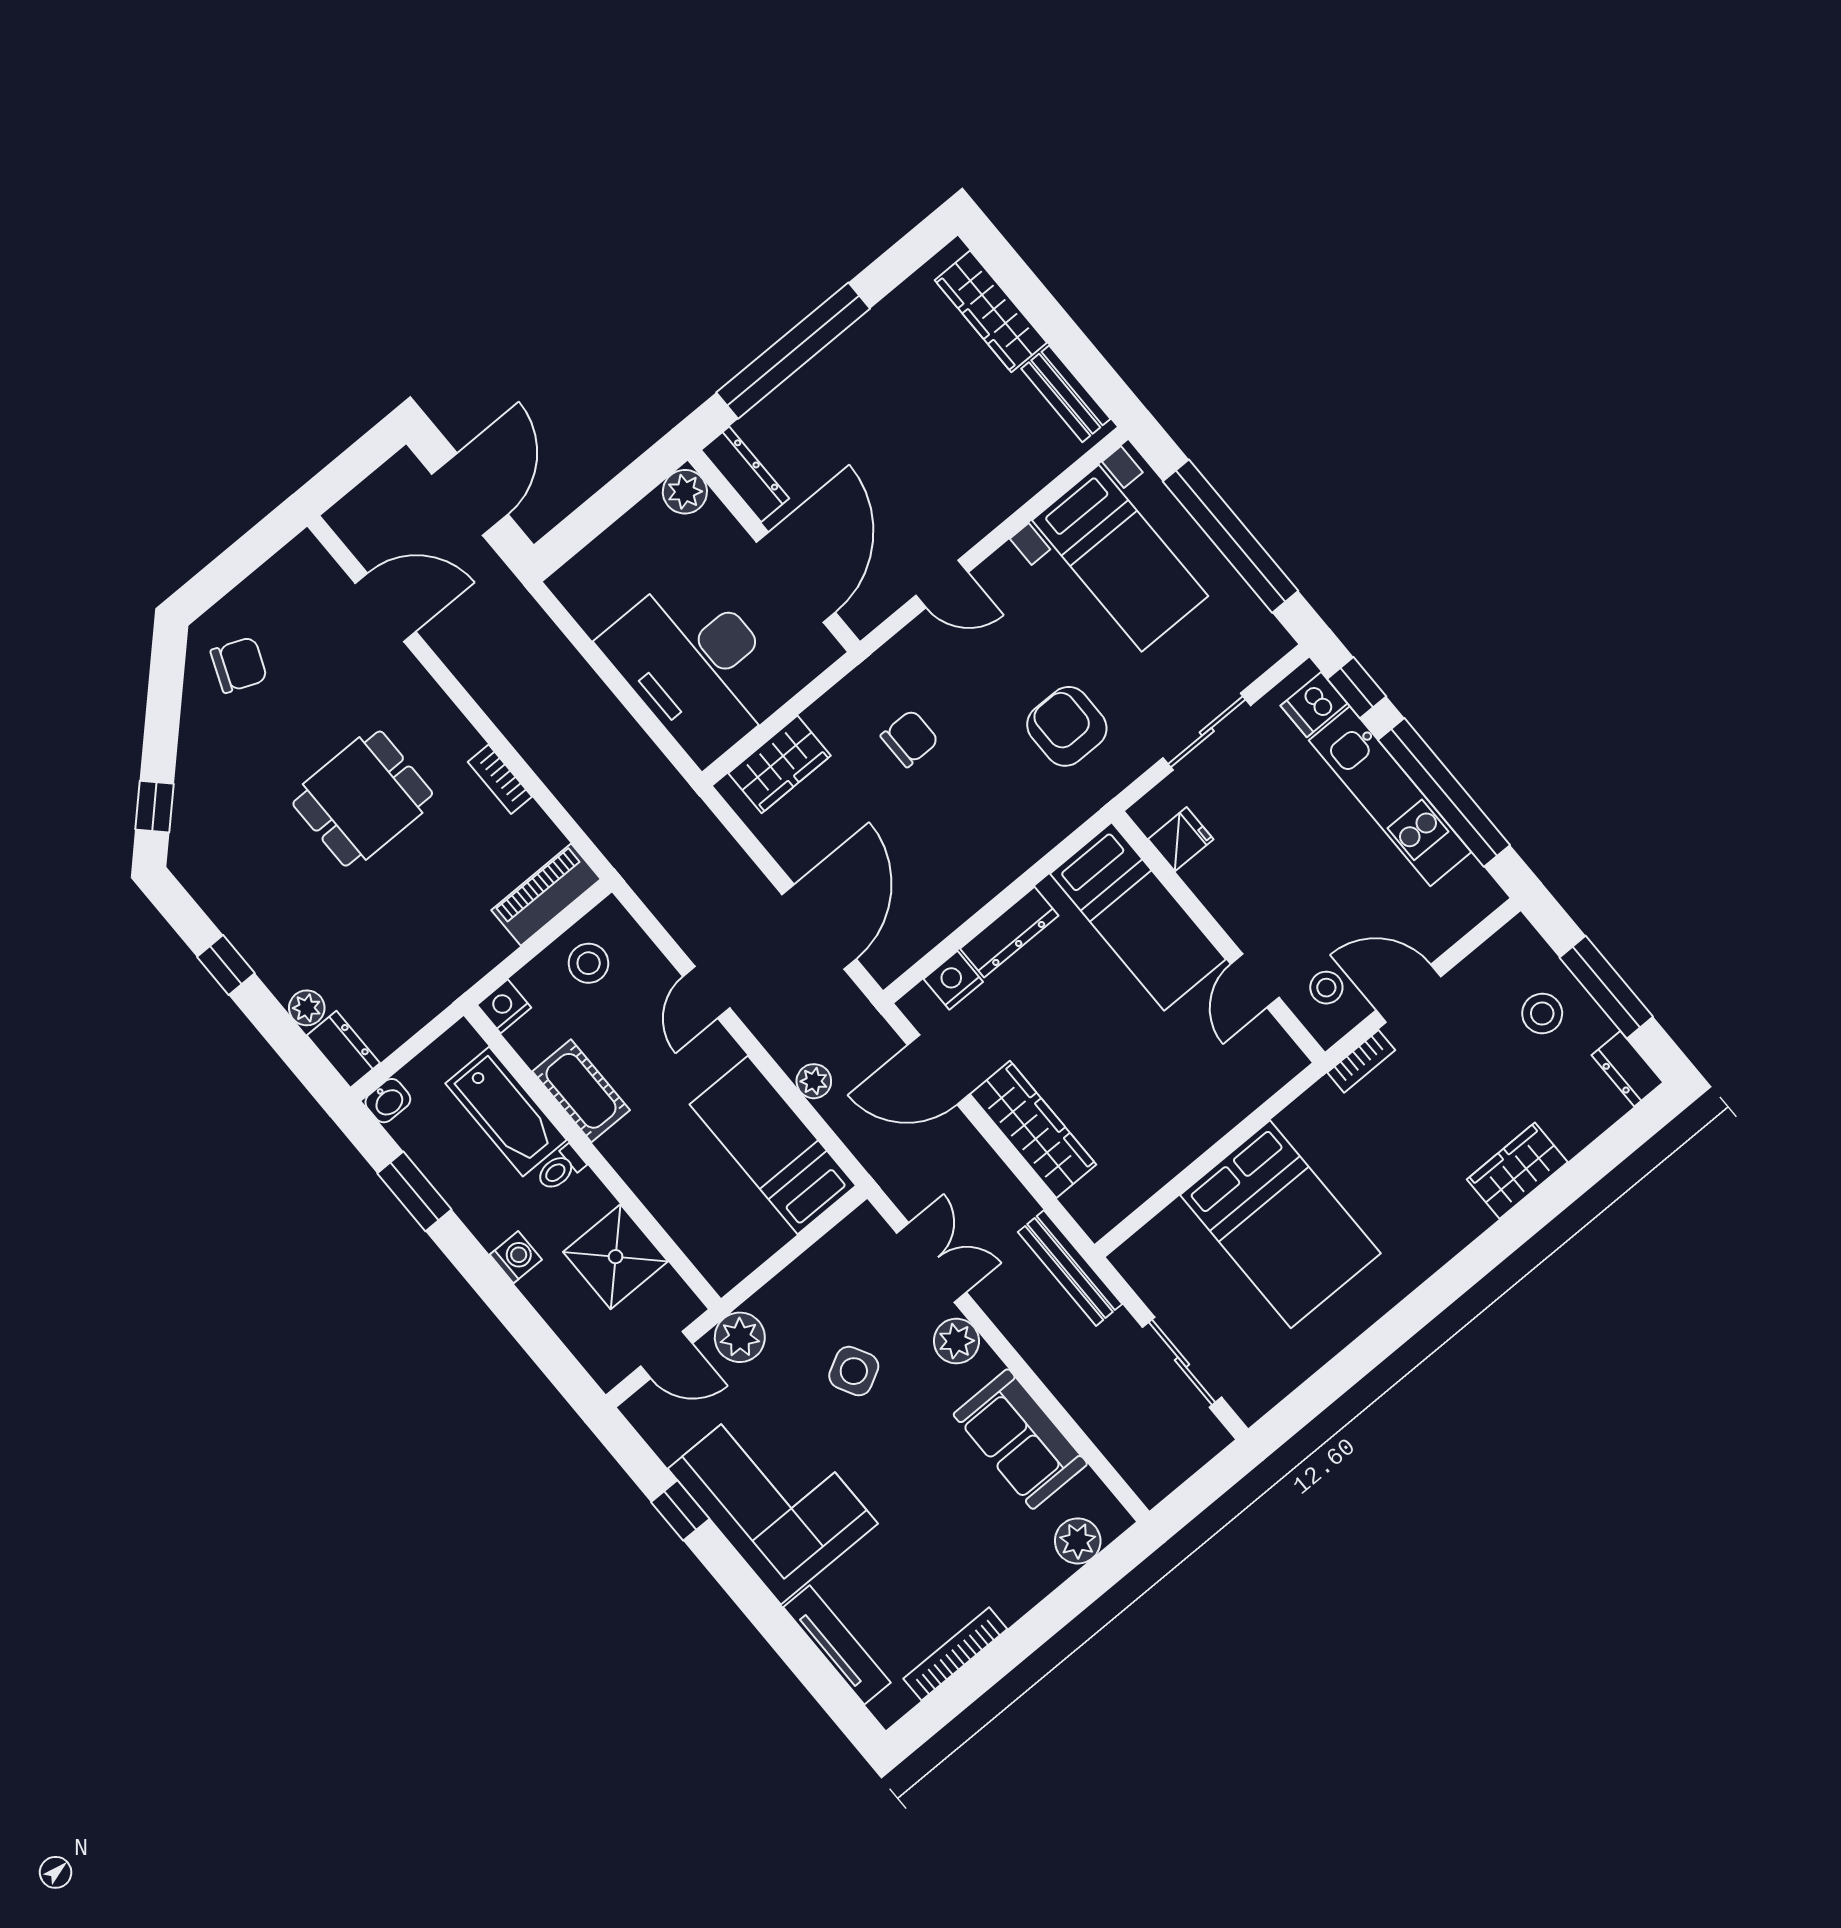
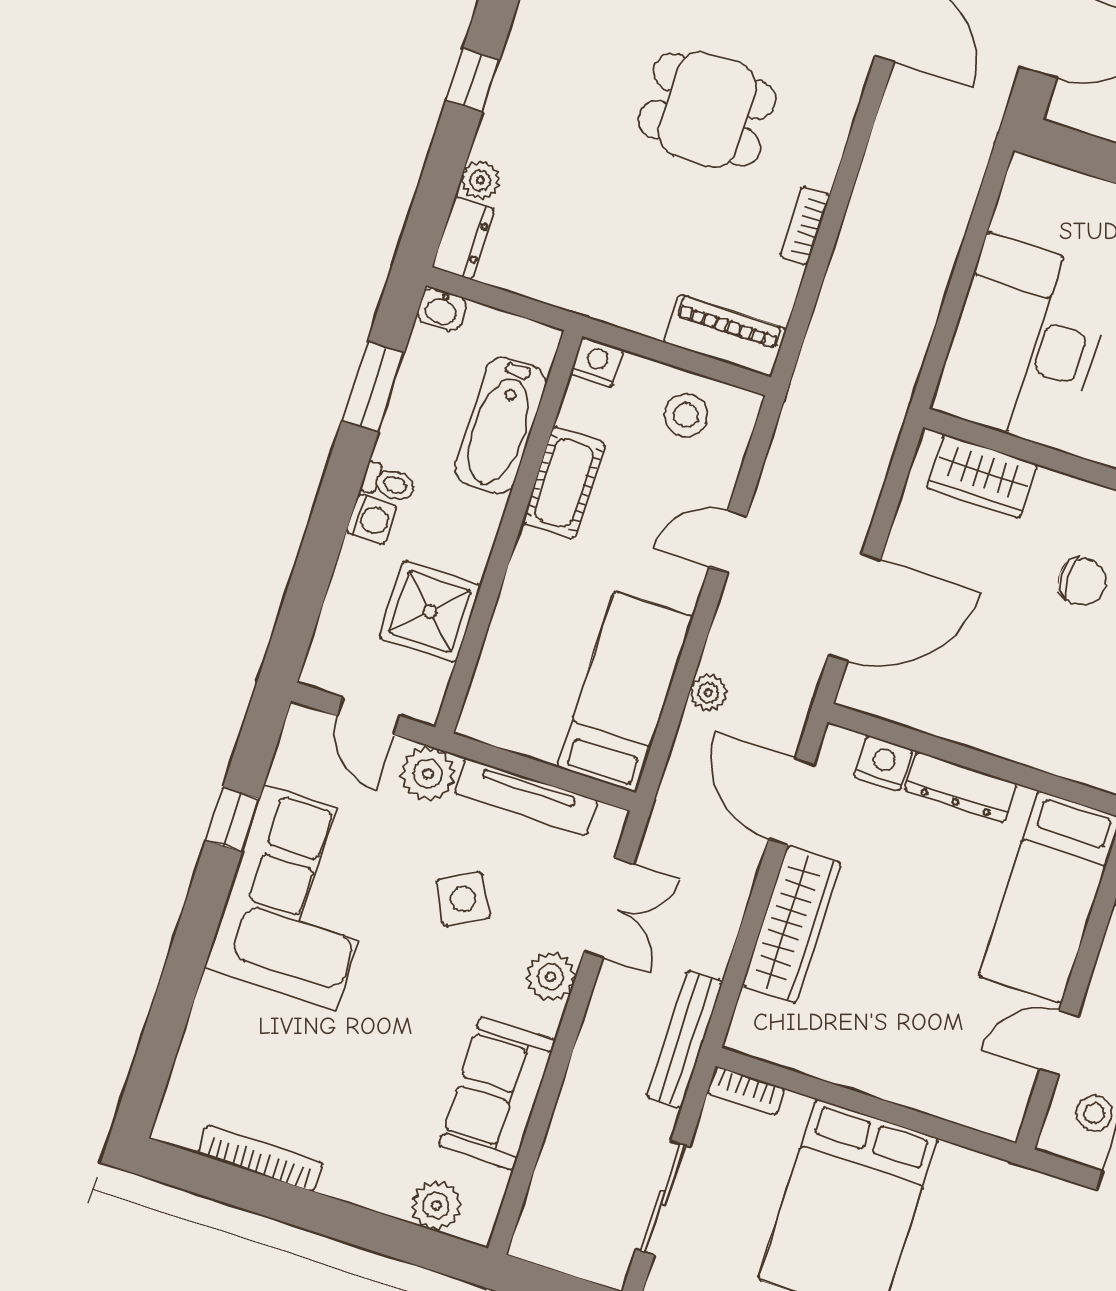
bookcase: (1361, 1061) -> (746, 1091), moved
toilet: (560, 1168) -> (388, 483), moved, turned 180
tv unit: (837, 1645) -> (526, 797), moved, turned 90

